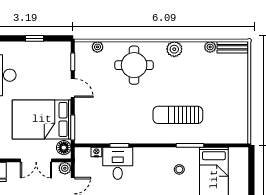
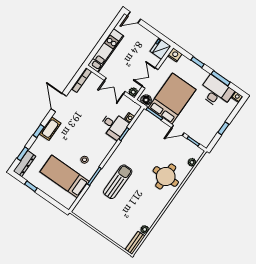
plant: (174, 49) -> (158, 207), removed

